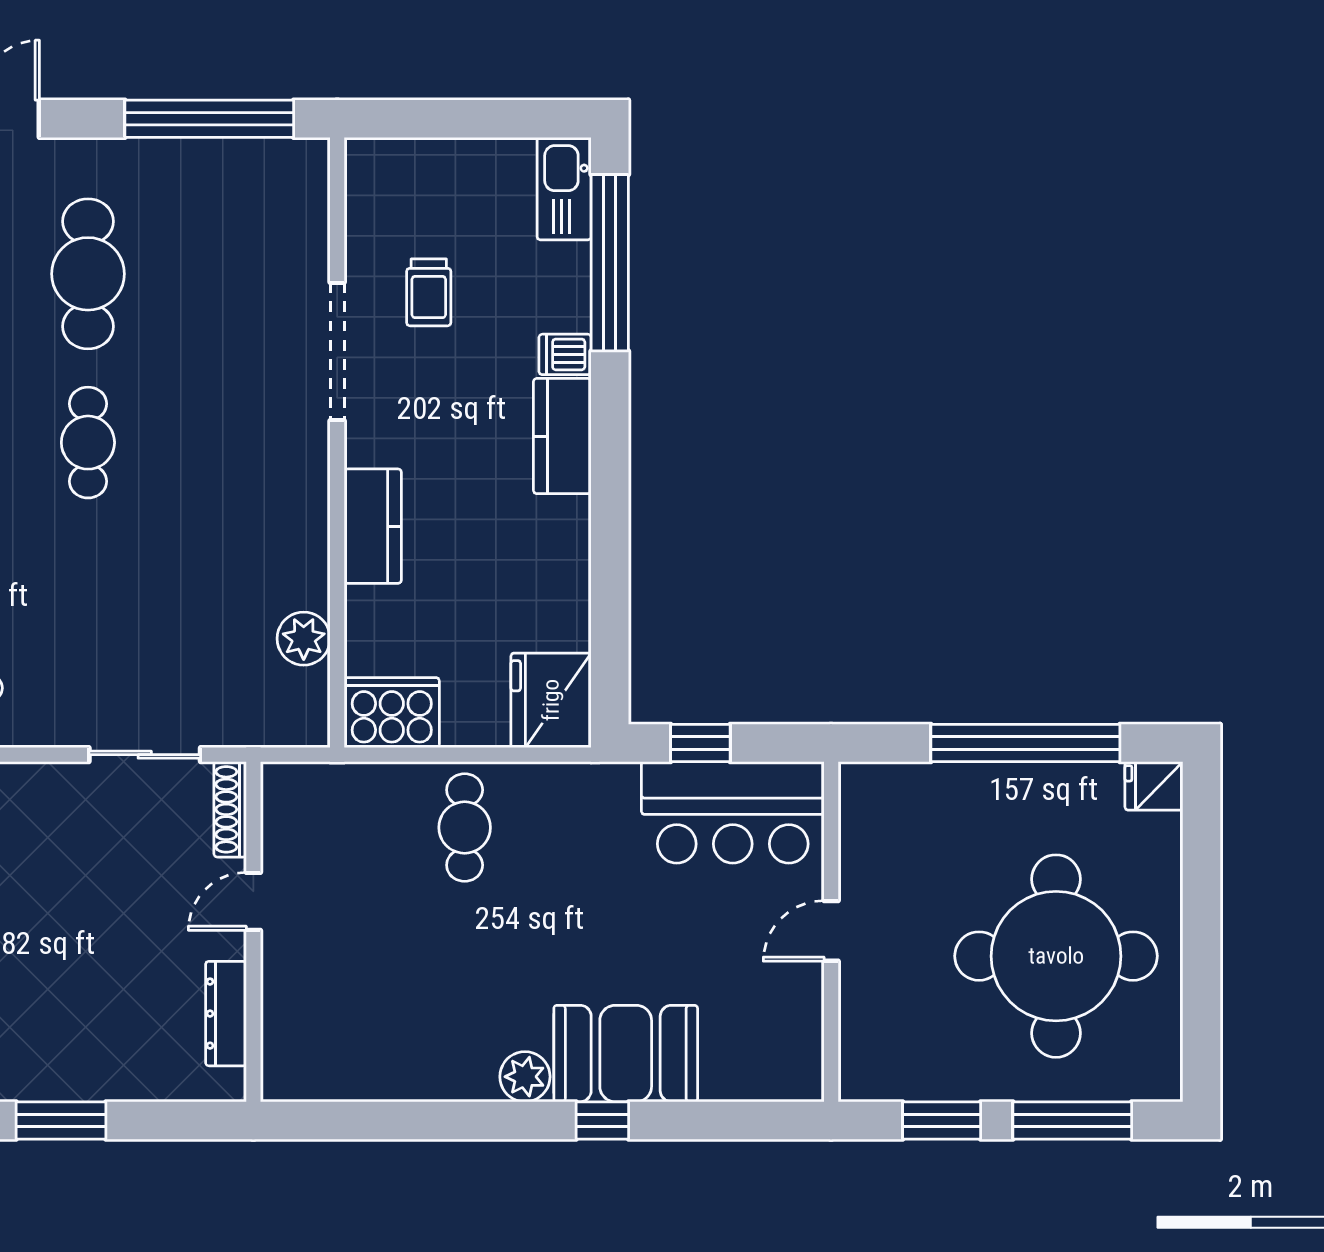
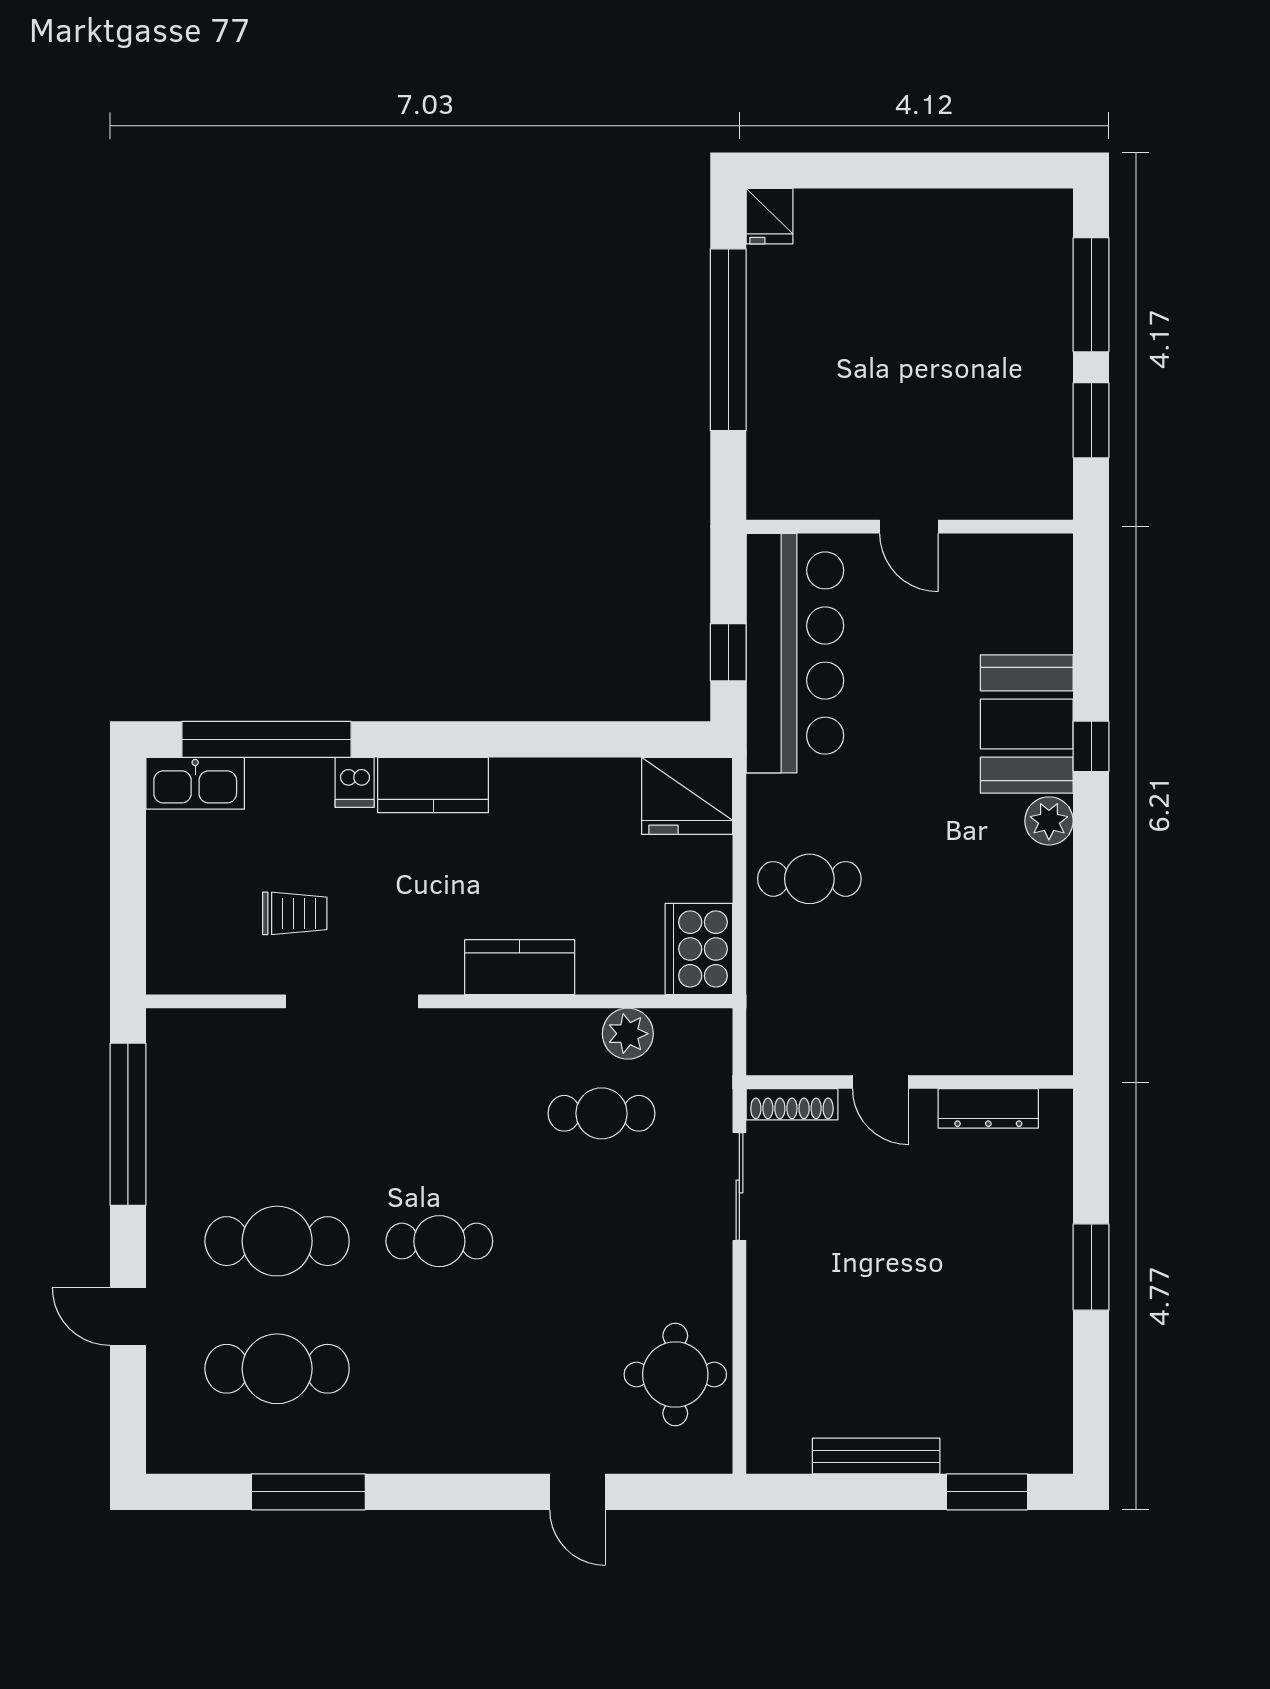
cafe table: (221, 611) -> (602, 1113), added
bar counter: (733, 812) -> (795, 653), width x1.36
round table: (1056, 956) -> (933, 310), removed

